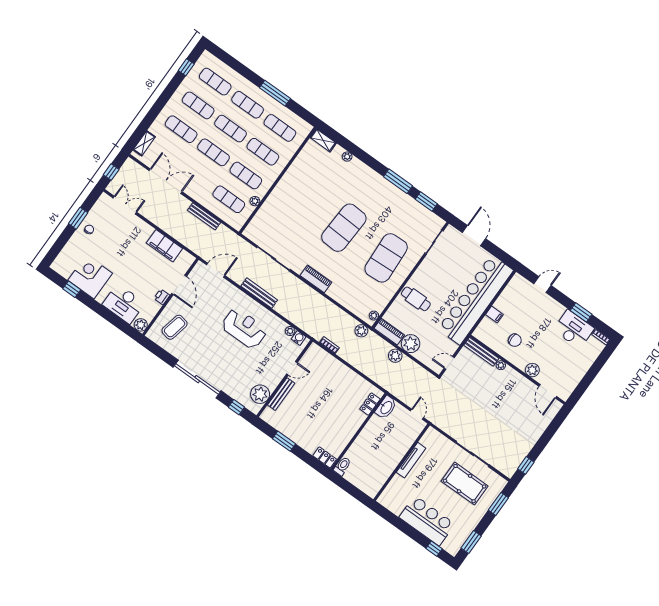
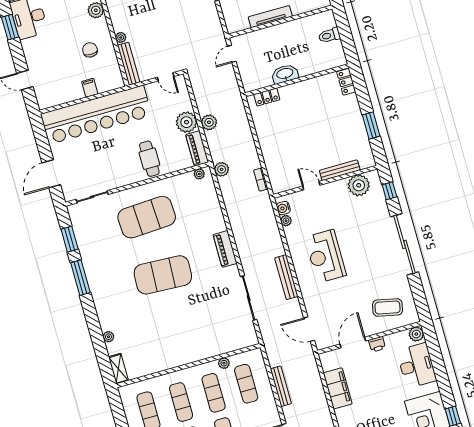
washbasin: (386, 407) -> (285, 74), moved
toilet: (342, 466) -> (329, 35), moved

